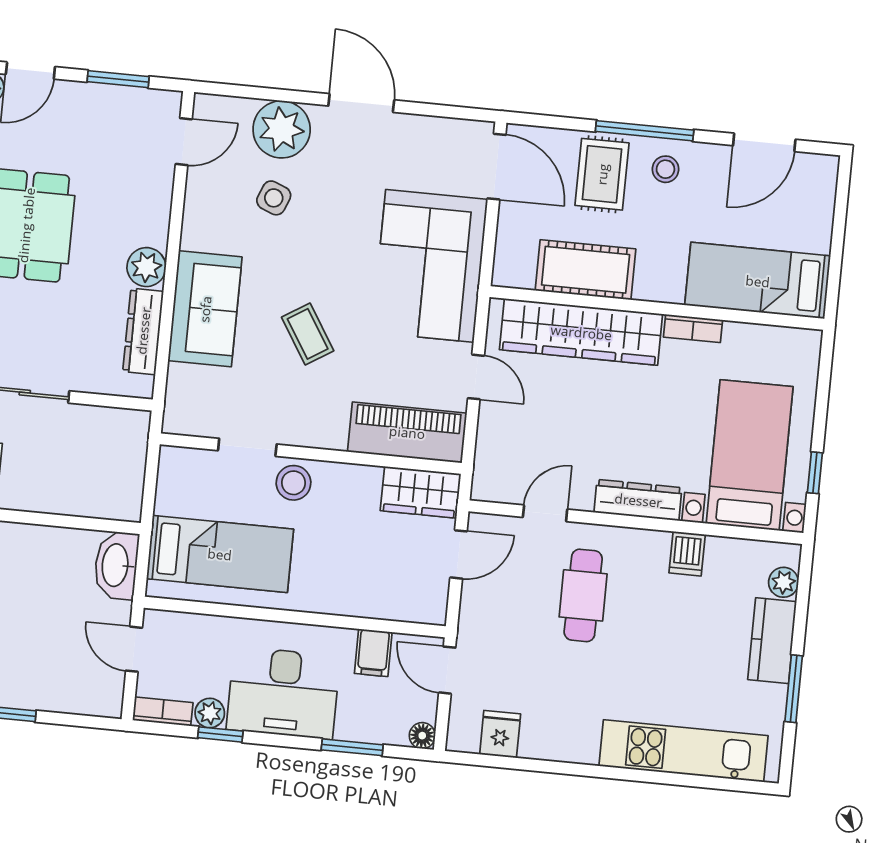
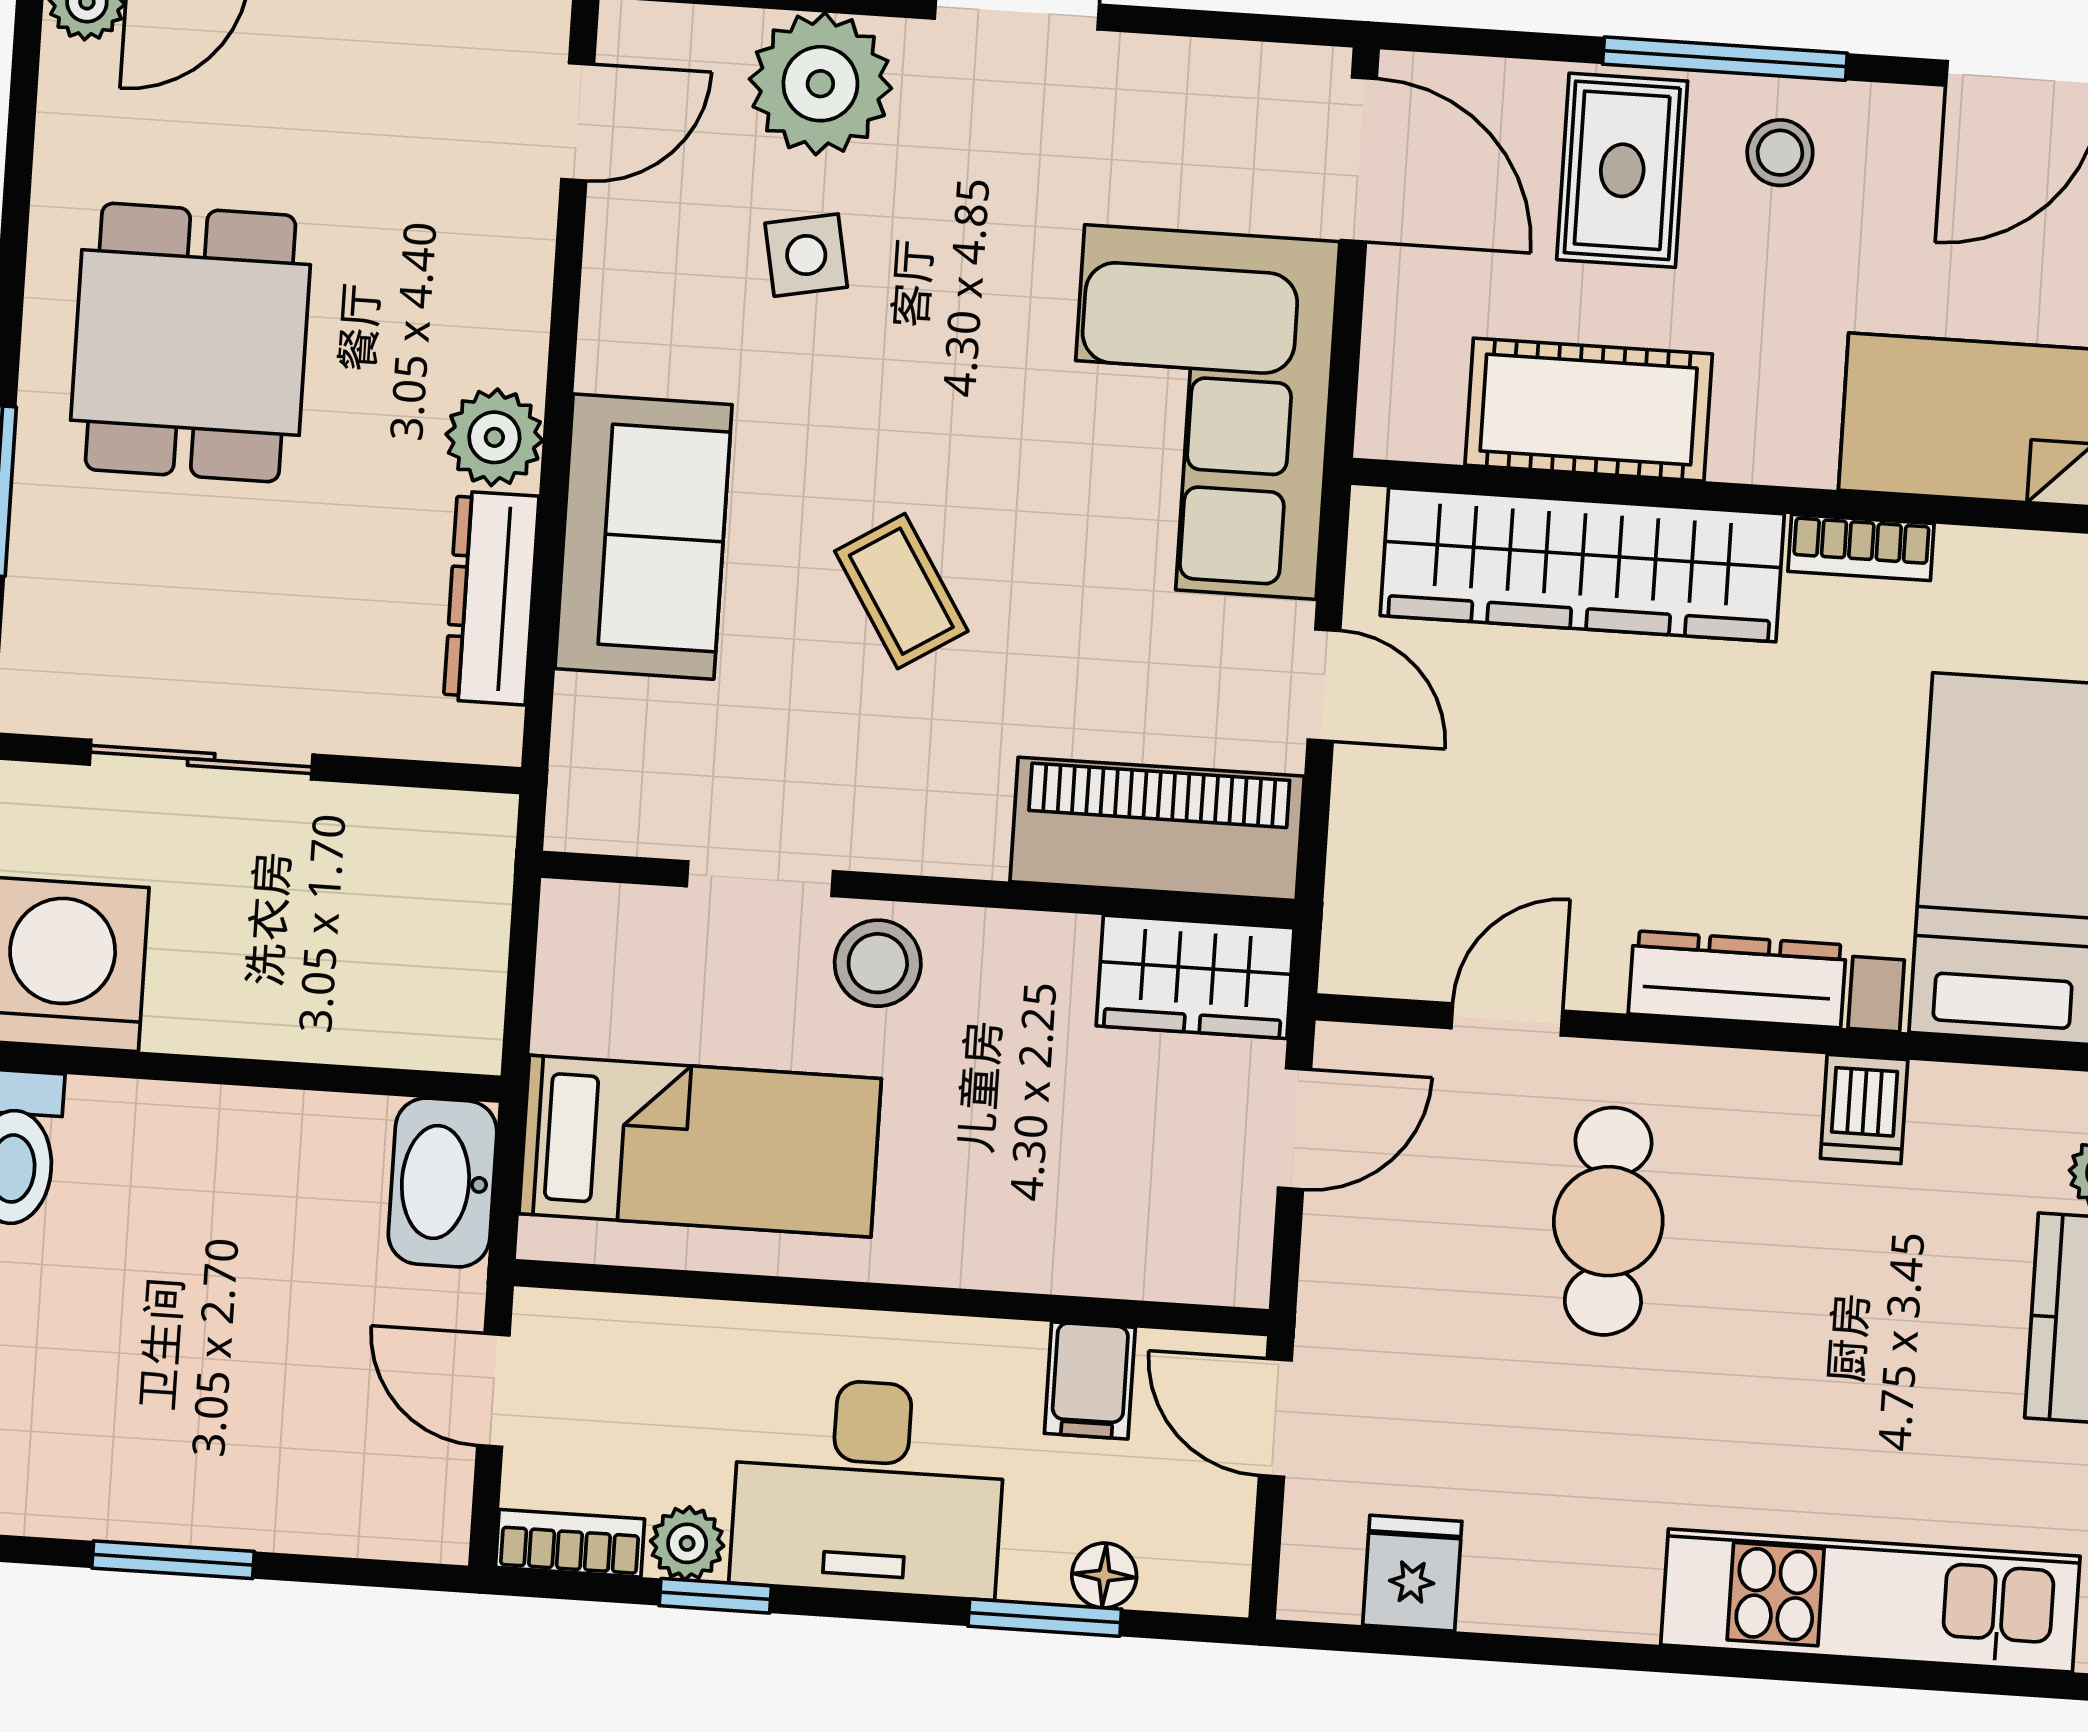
side table: (274, 198) -> (806, 255), turned -33
floor lamp: (422, 736) -> (1104, 1575), moved

